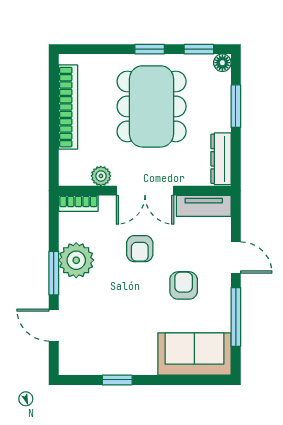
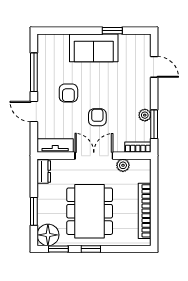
floor lamp: (222, 63) -> (48, 235), width x1.89, depth x1.89
dresser: (221, 159) -> (44, 171), width x0.70
plant: (76, 260) -> (145, 115), width x0.53, depth x0.53
window: (54, 273) -> (154, 124), moved
sofa: (194, 354) -> (94, 48), moved

